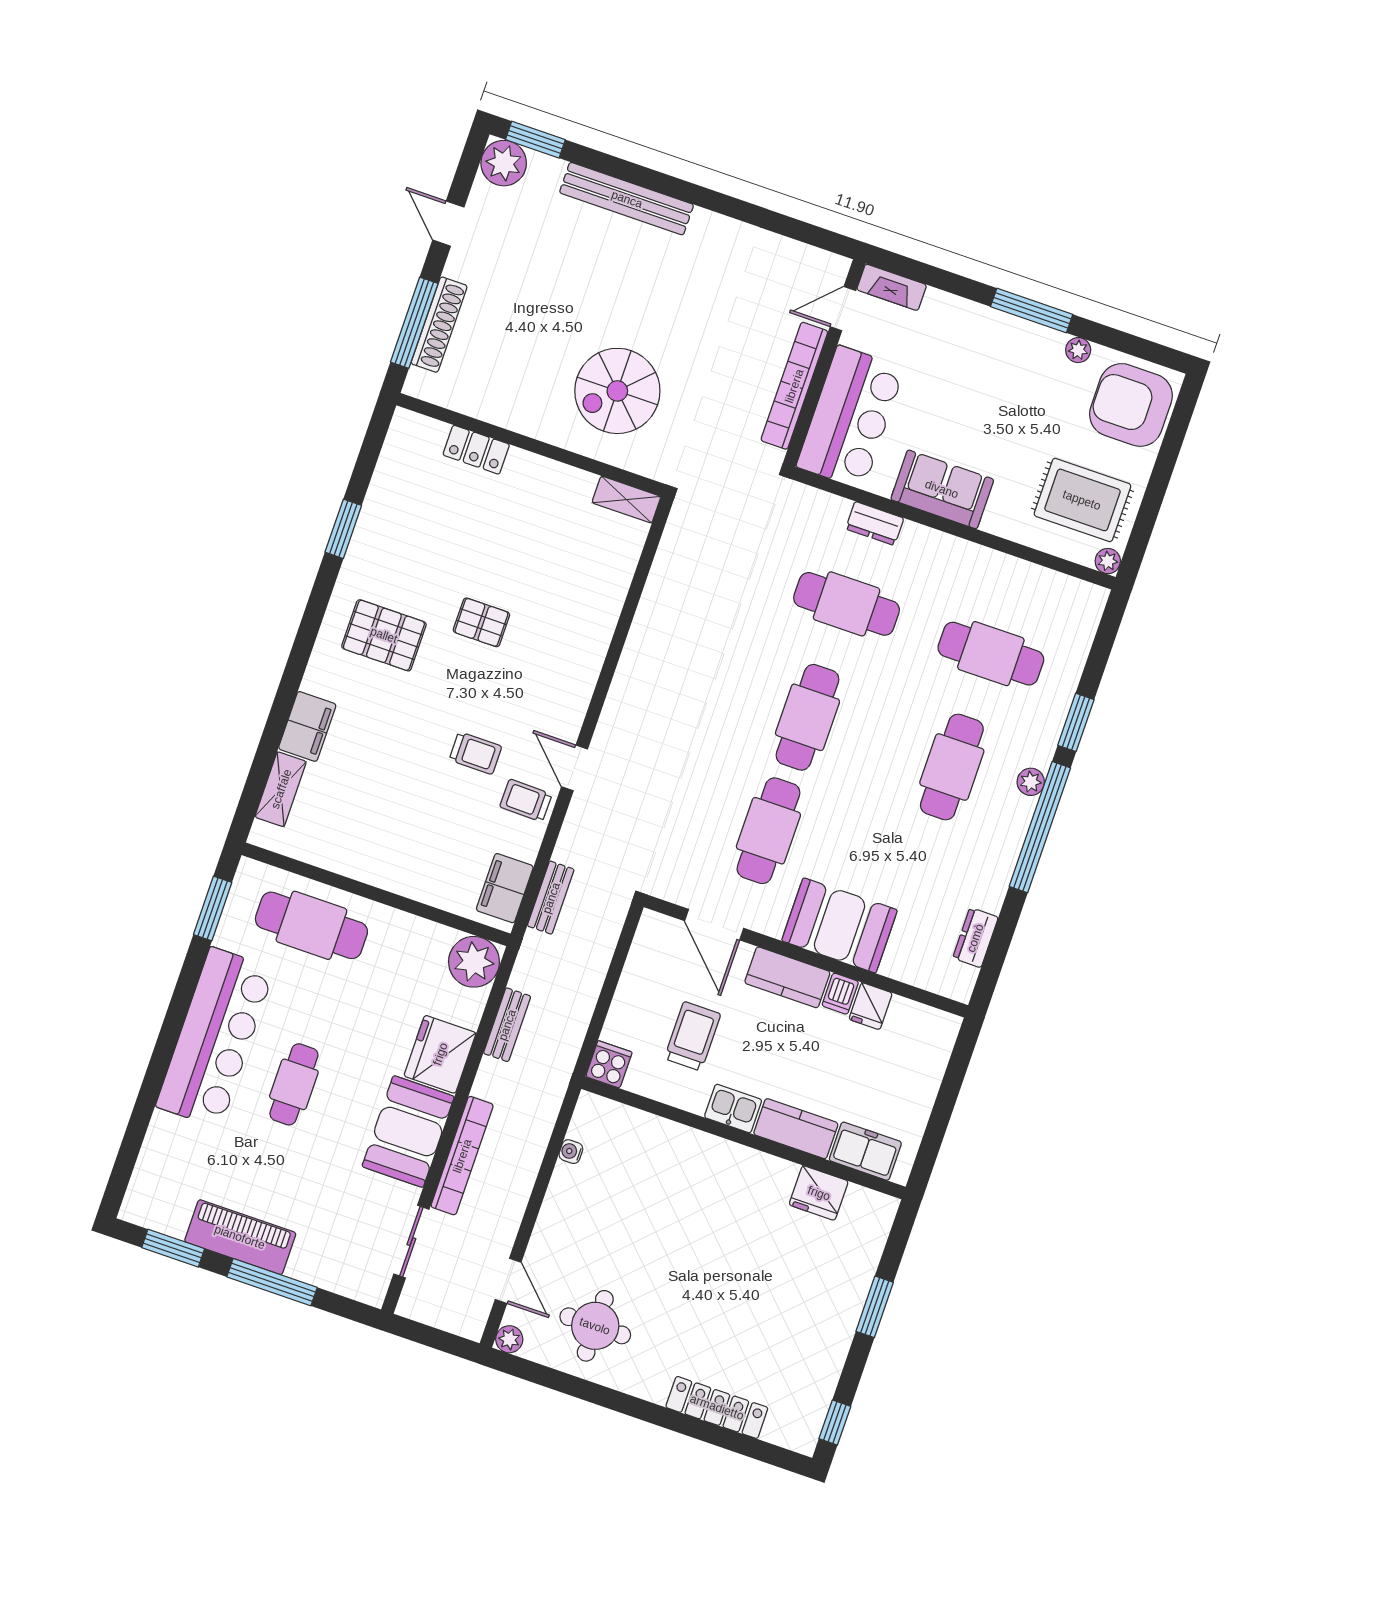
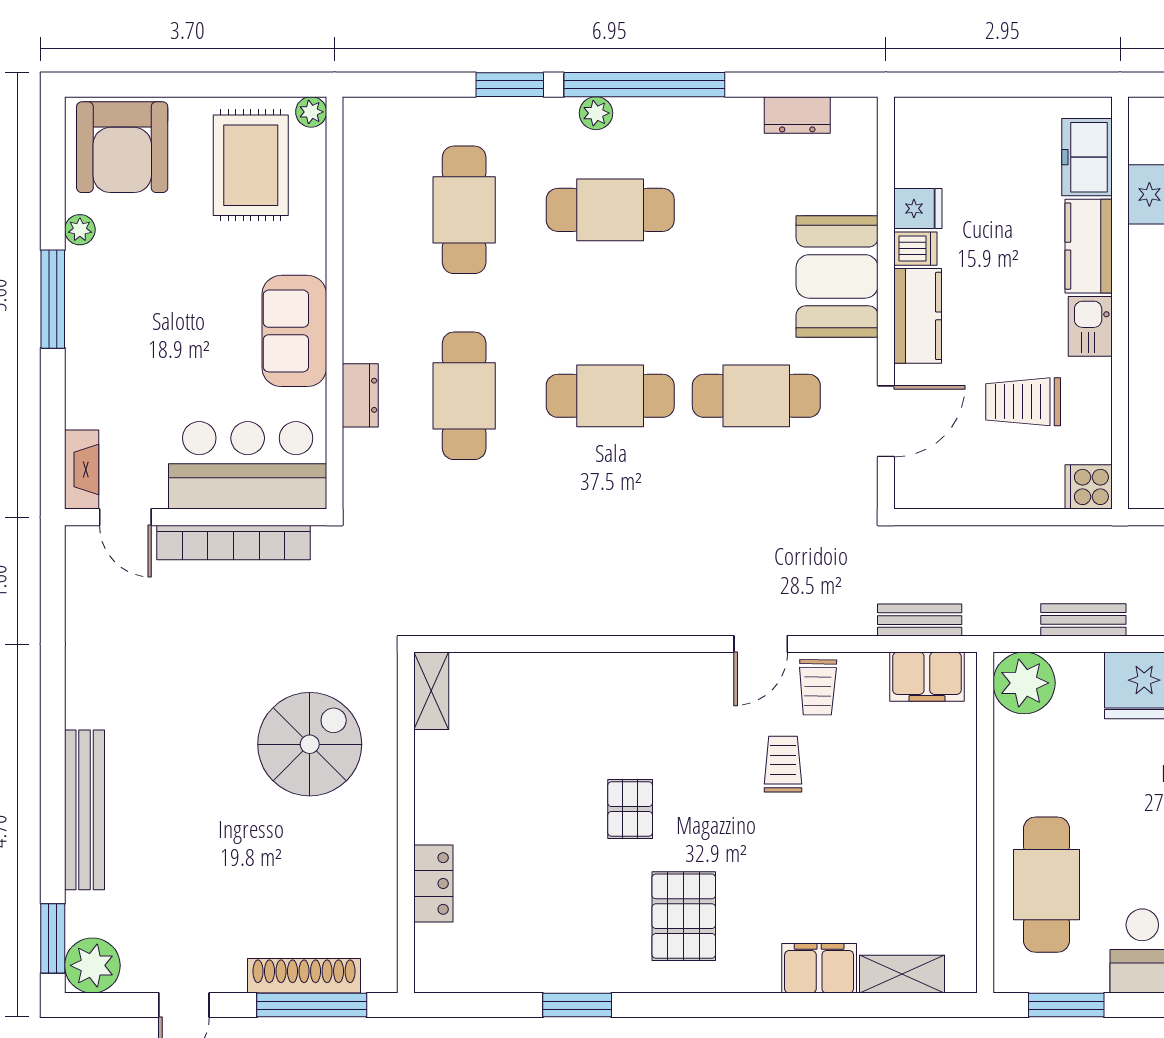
spiral stairs: (617, 391) -> (310, 744), turned -90

